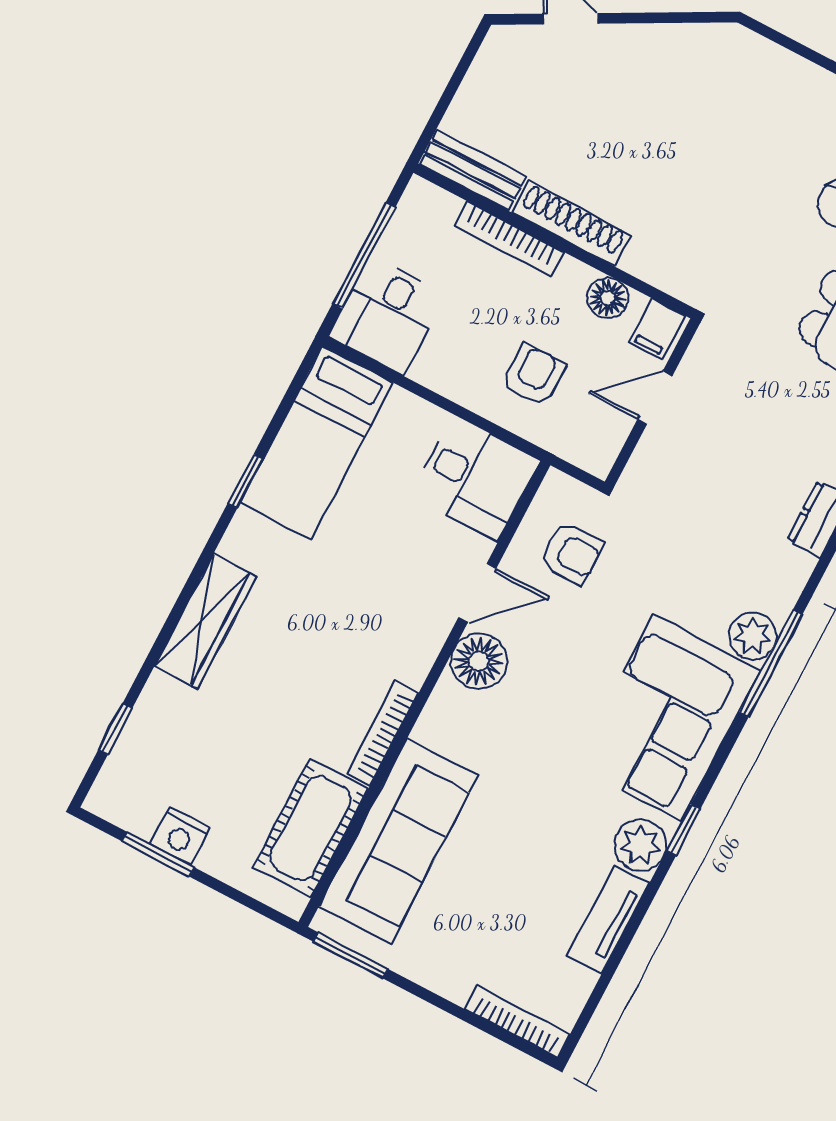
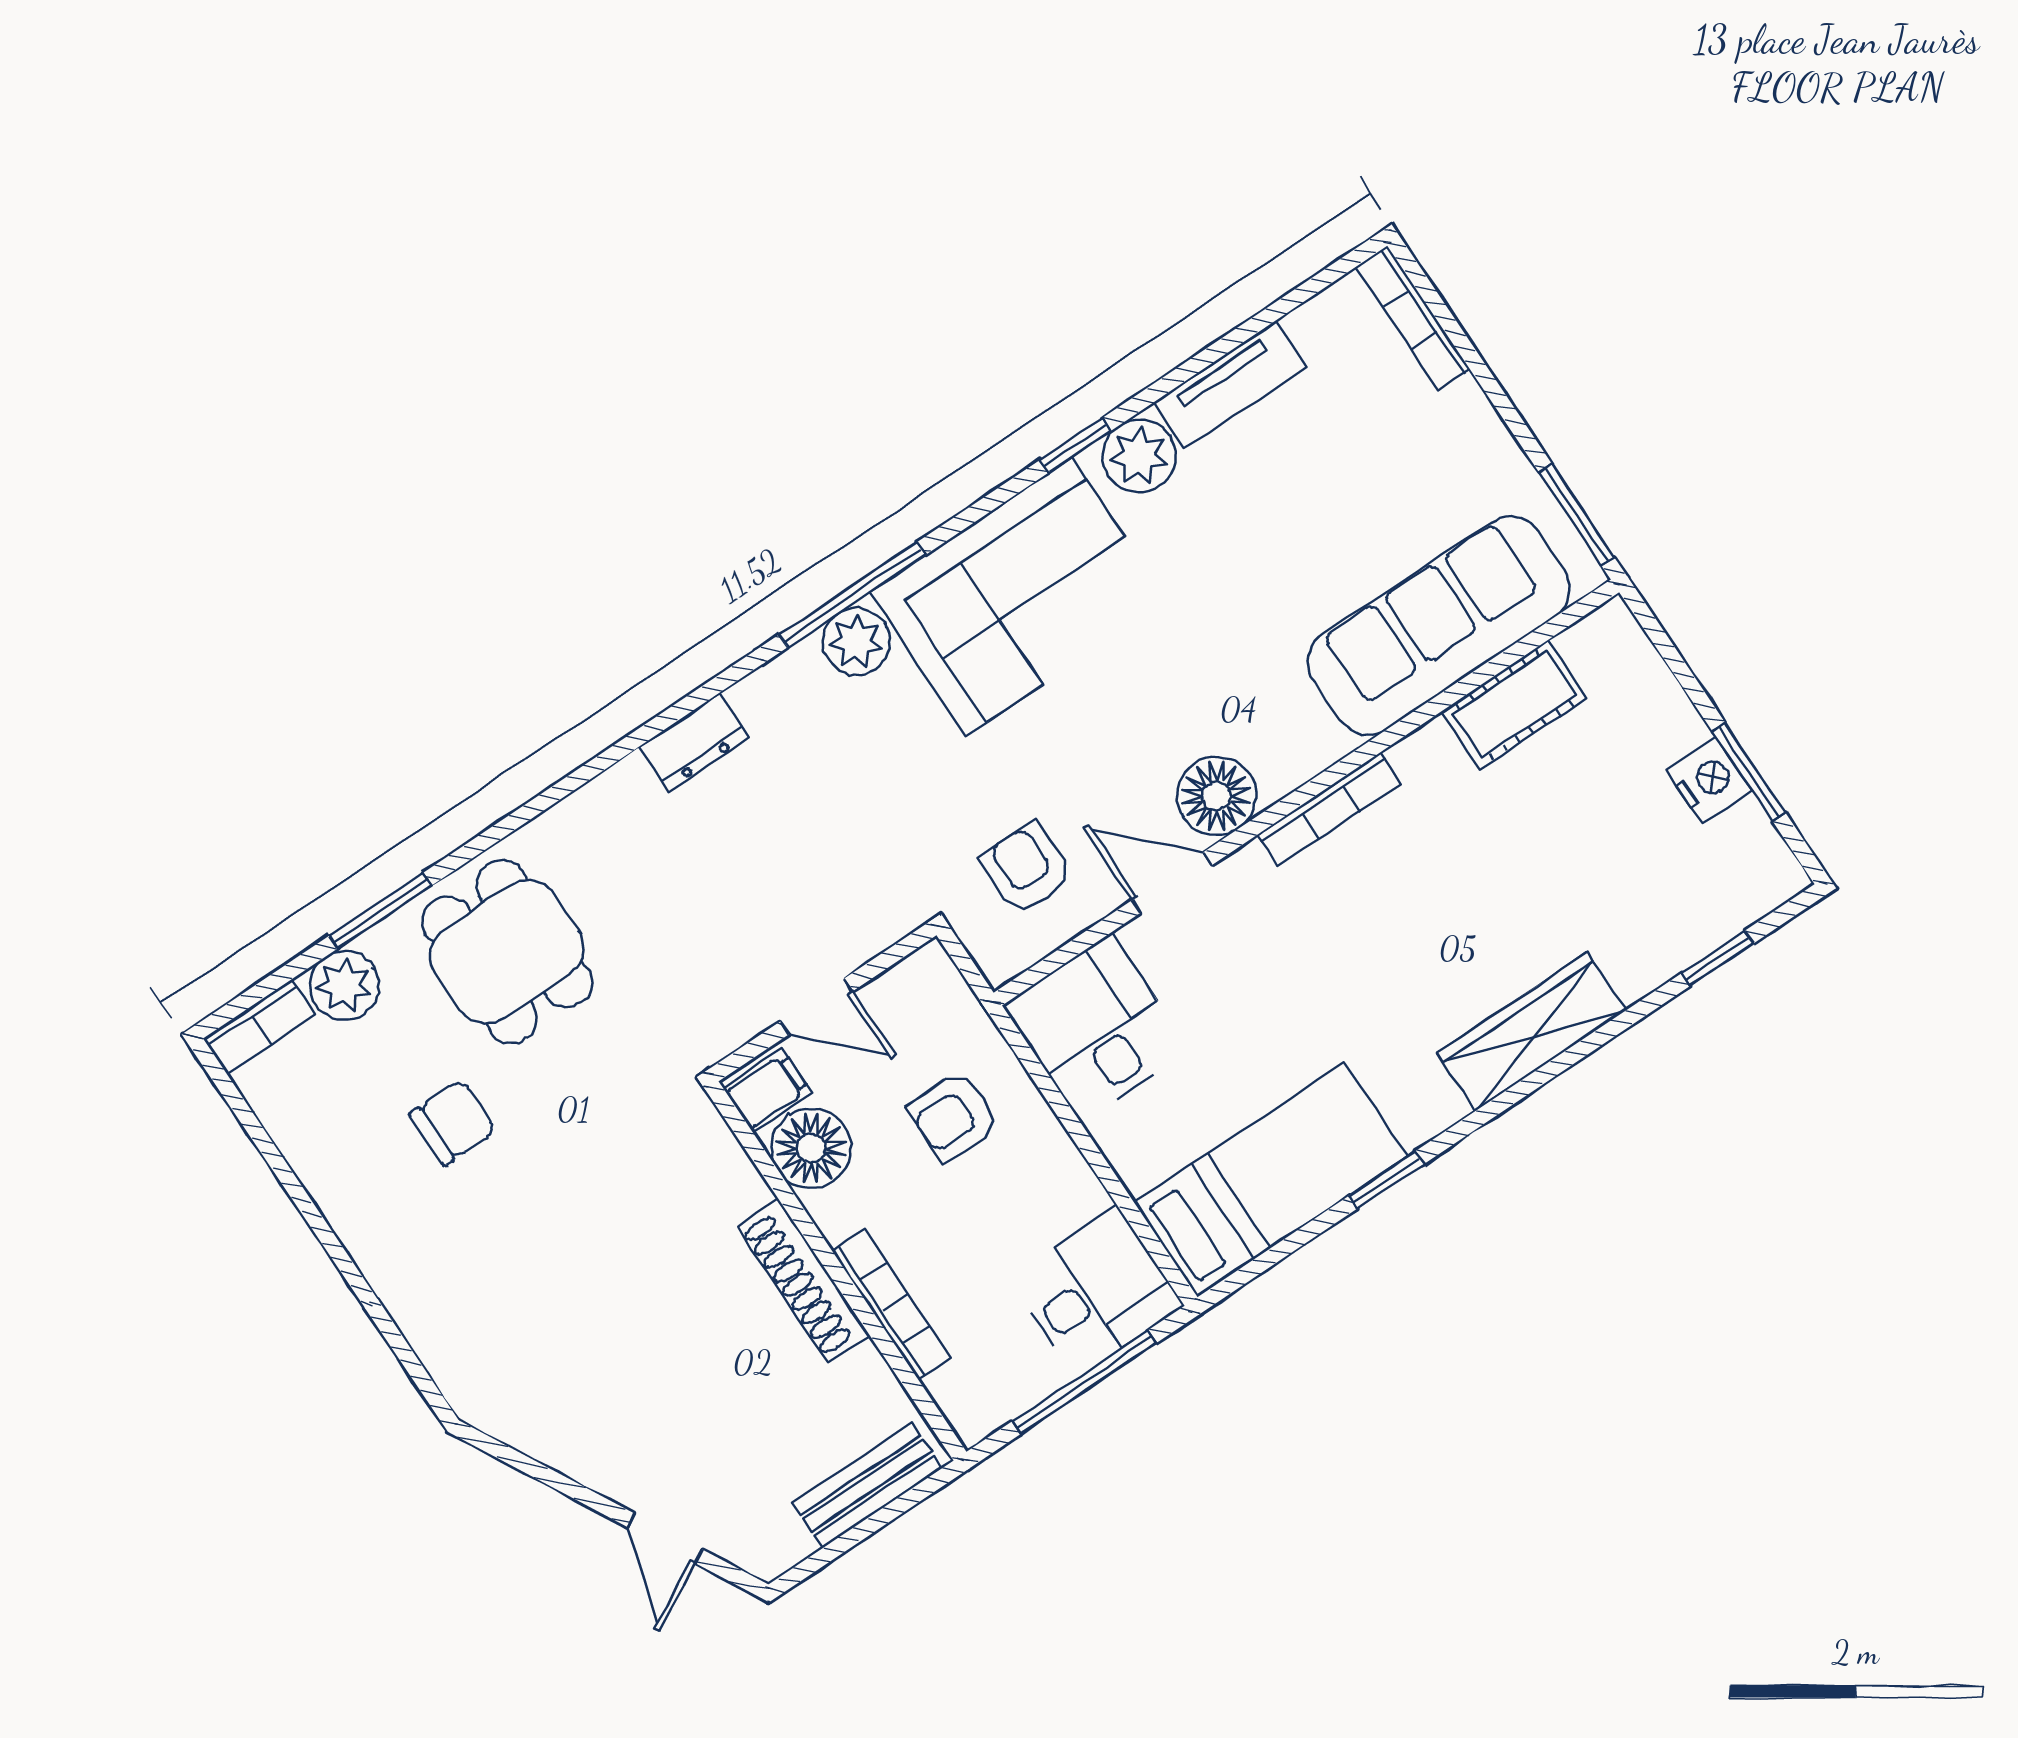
bench: (473, 170) -> (867, 1485), moved, turned 90
floor lamp: (608, 298) -> (811, 1148), width x1.38, depth x1.38
bookcase: (382, 733) -> (1329, 809), moved
cot: (311, 828) -> (1514, 705), width x0.73, depth x0.75

